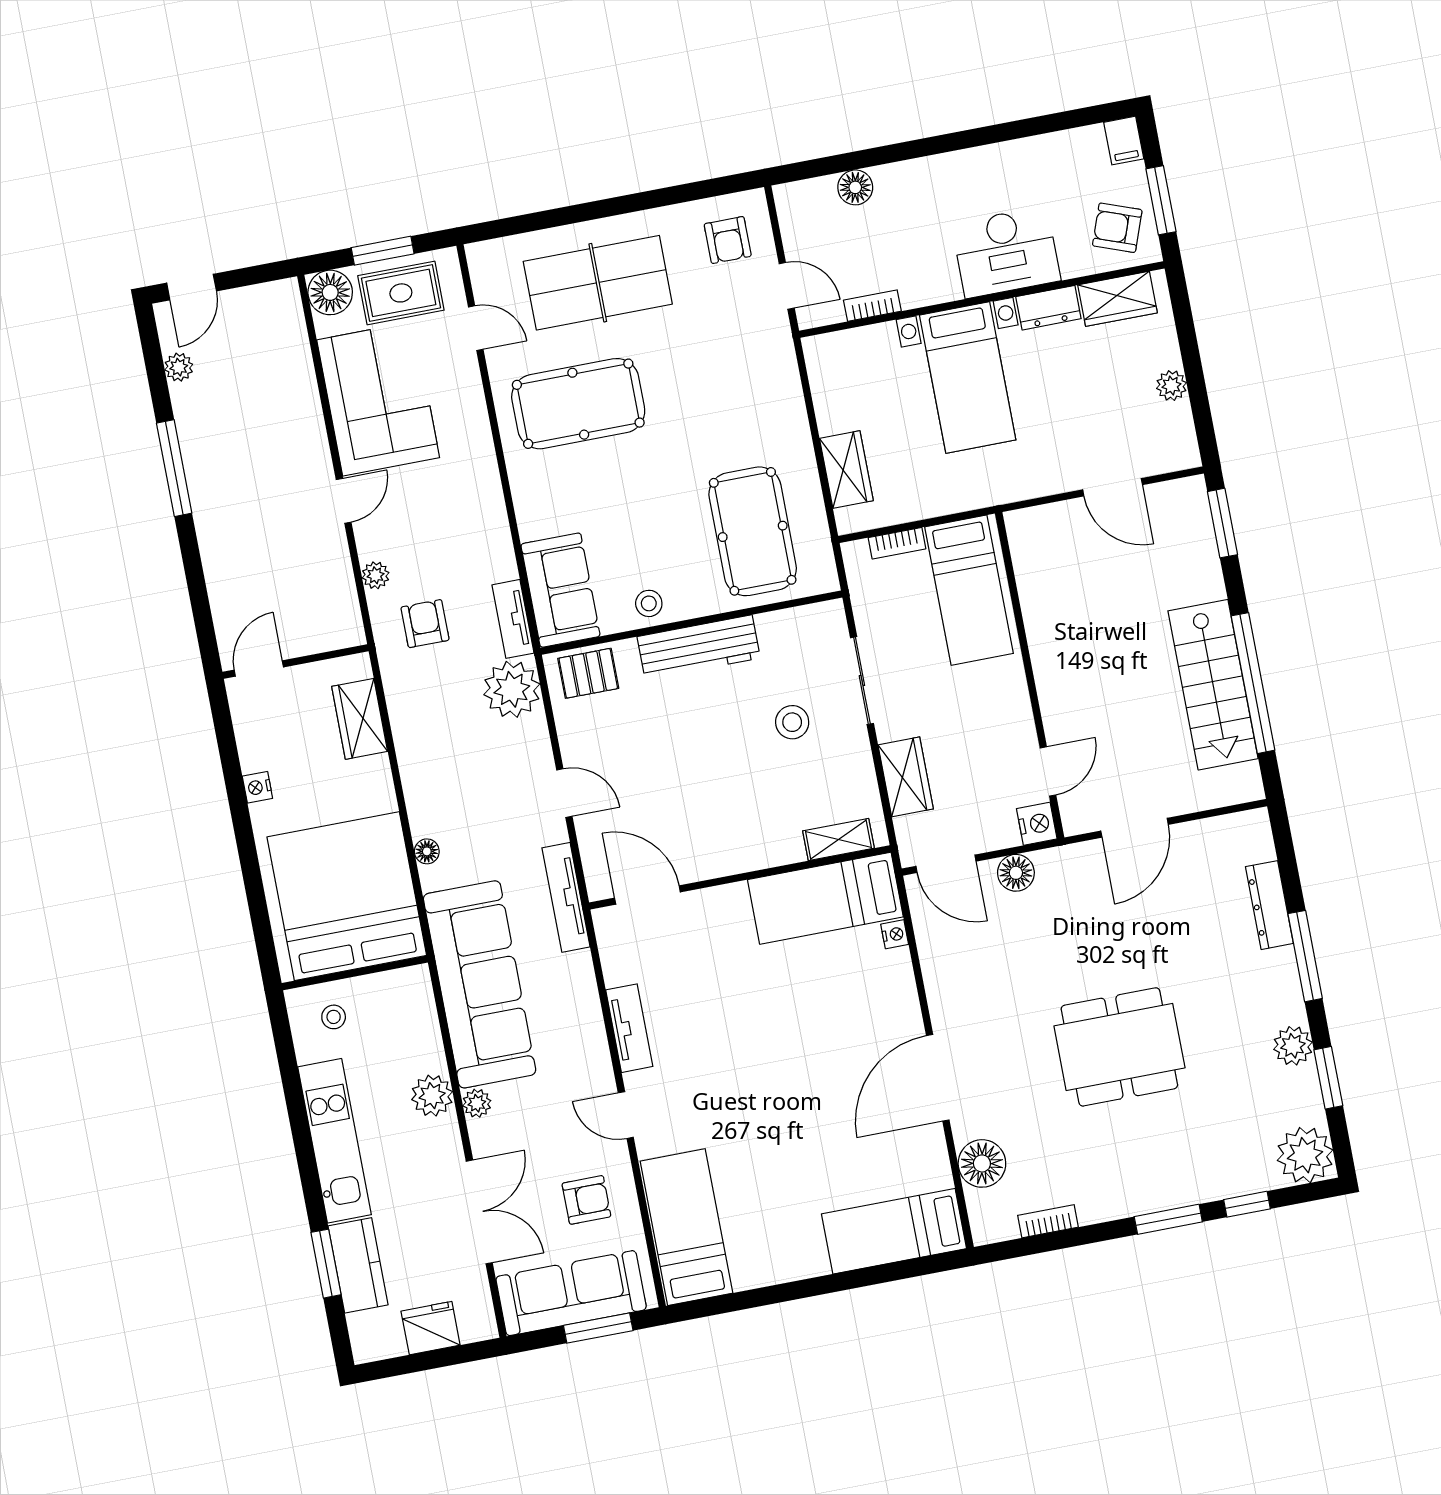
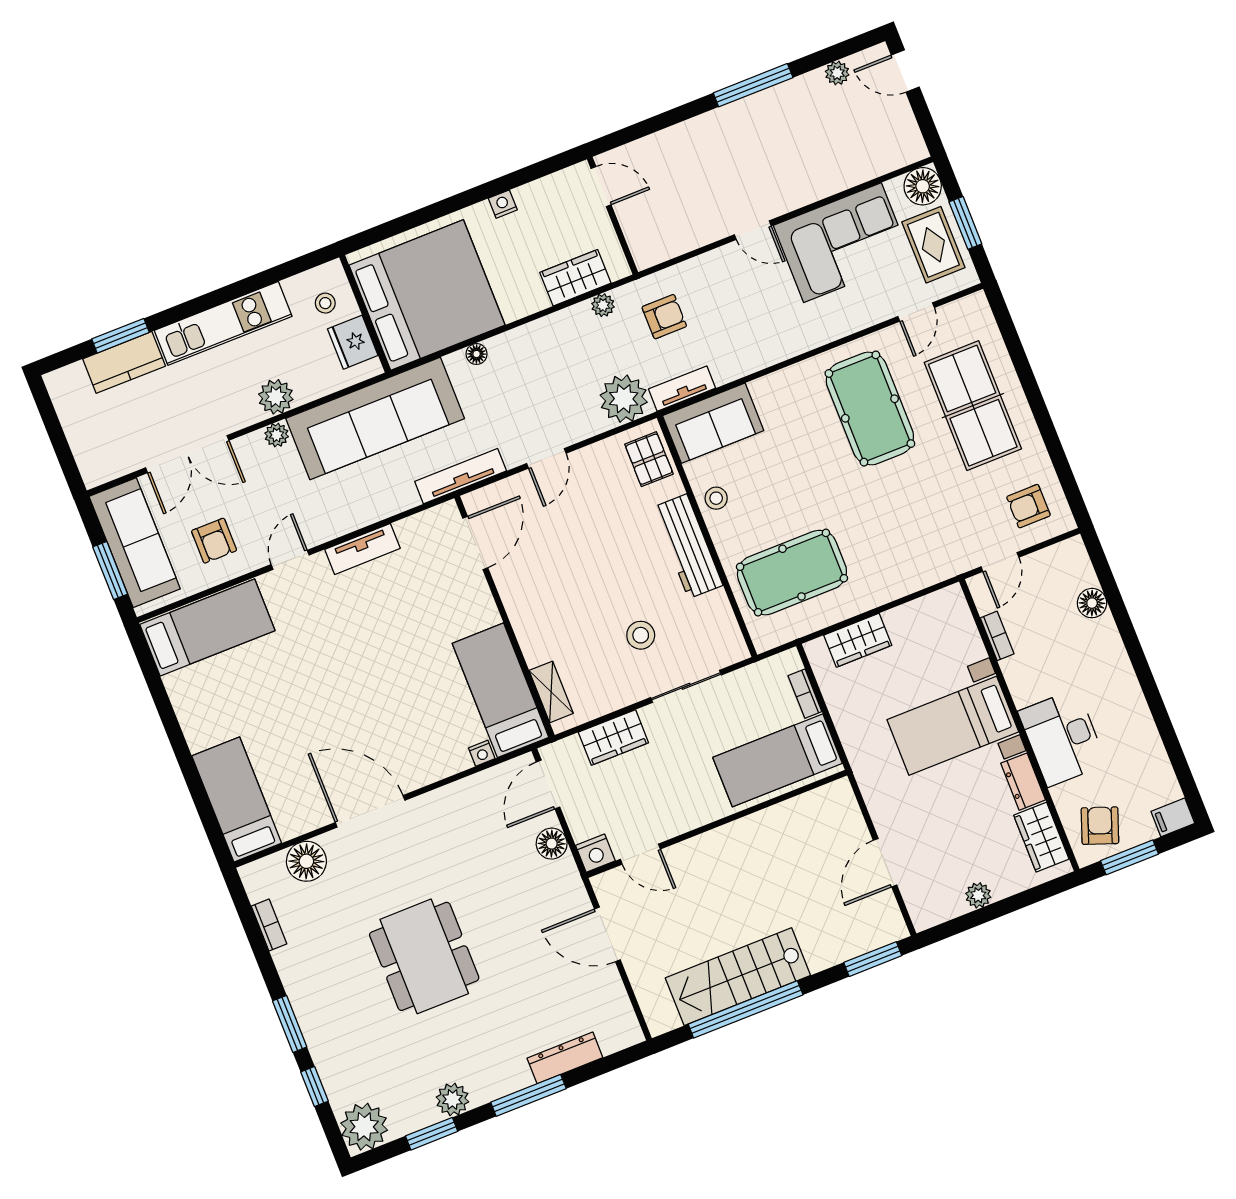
plant: (376, 575) -> (603, 305), moved
fridge: (431, 1328) -> (353, 342), moved, turned 180

